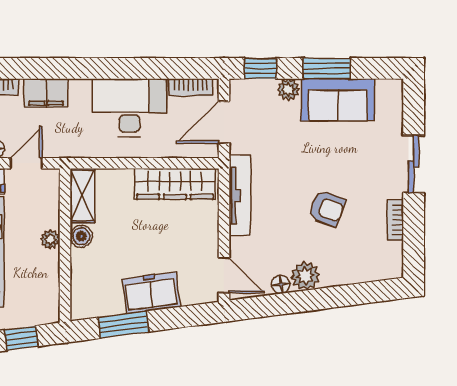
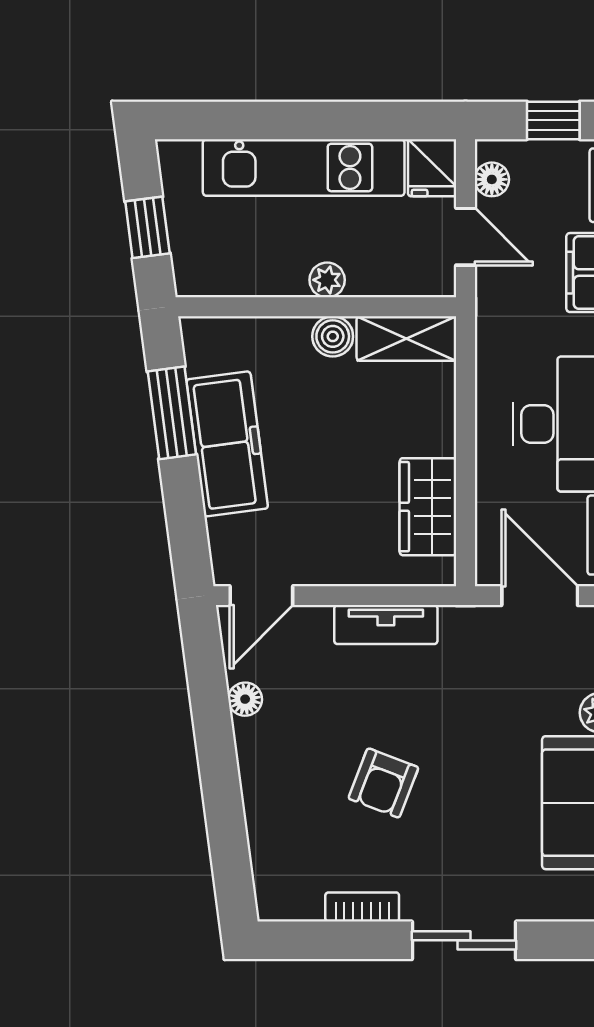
wardrobe: (175, 184) -> (428, 507), width x0.67
tv unit: (240, 195) -> (386, 625), width x0.71
plant: (305, 276) -> (260, 744), removed
freezer: (151, 293) -> (227, 444), width x1.40

